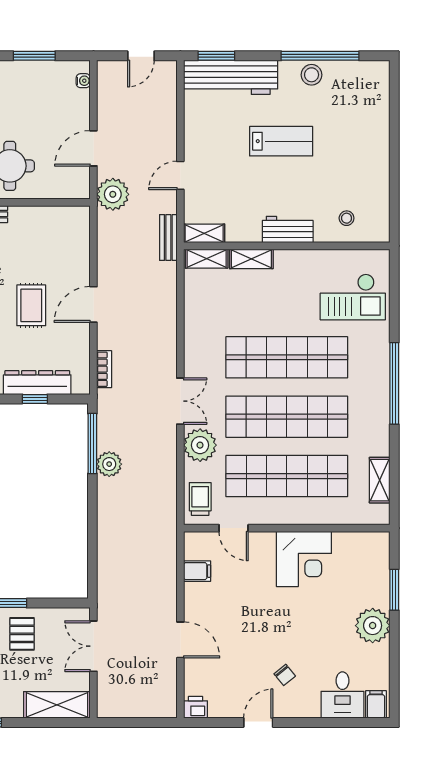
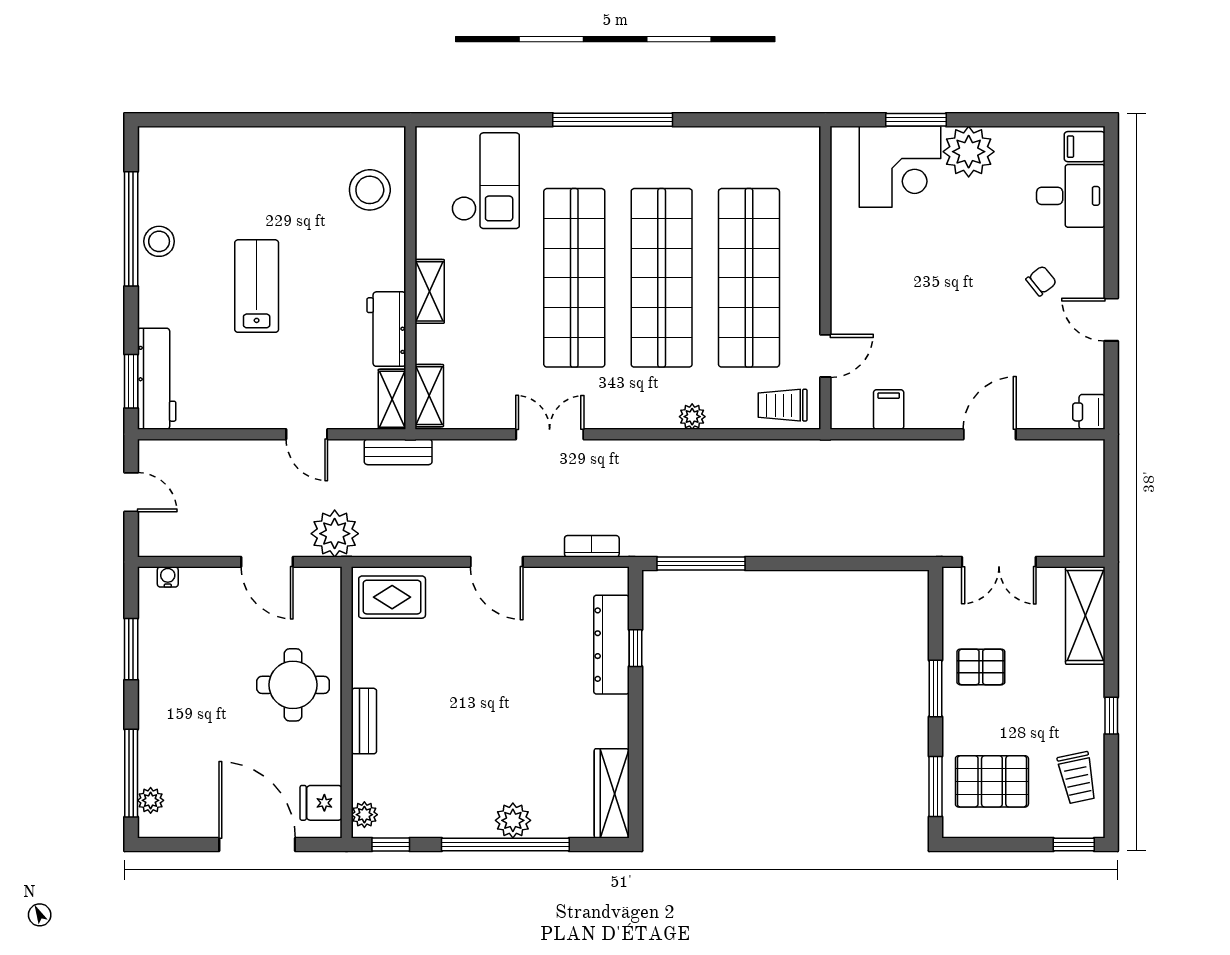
workbench: (231, 77) -> (157, 379), width x0.73, depth x0.76
stool: (347, 218) -> (370, 190), width x1.89, depth x1.89
workbench: (288, 229) -> (386, 329), moved
shelving: (251, 259) -> (430, 291), moved
rug: (31, 305) -> (392, 597), moved
double door: (180, 401) -> (550, 434), moved
plant: (200, 445) -> (692, 417), width x0.53, depth x0.53
plant: (109, 464) -> (731, 539), removed
shelving: (380, 480) -> (755, 141), removed
corner desk: (304, 559) -> (900, 167), moved, turned 90

